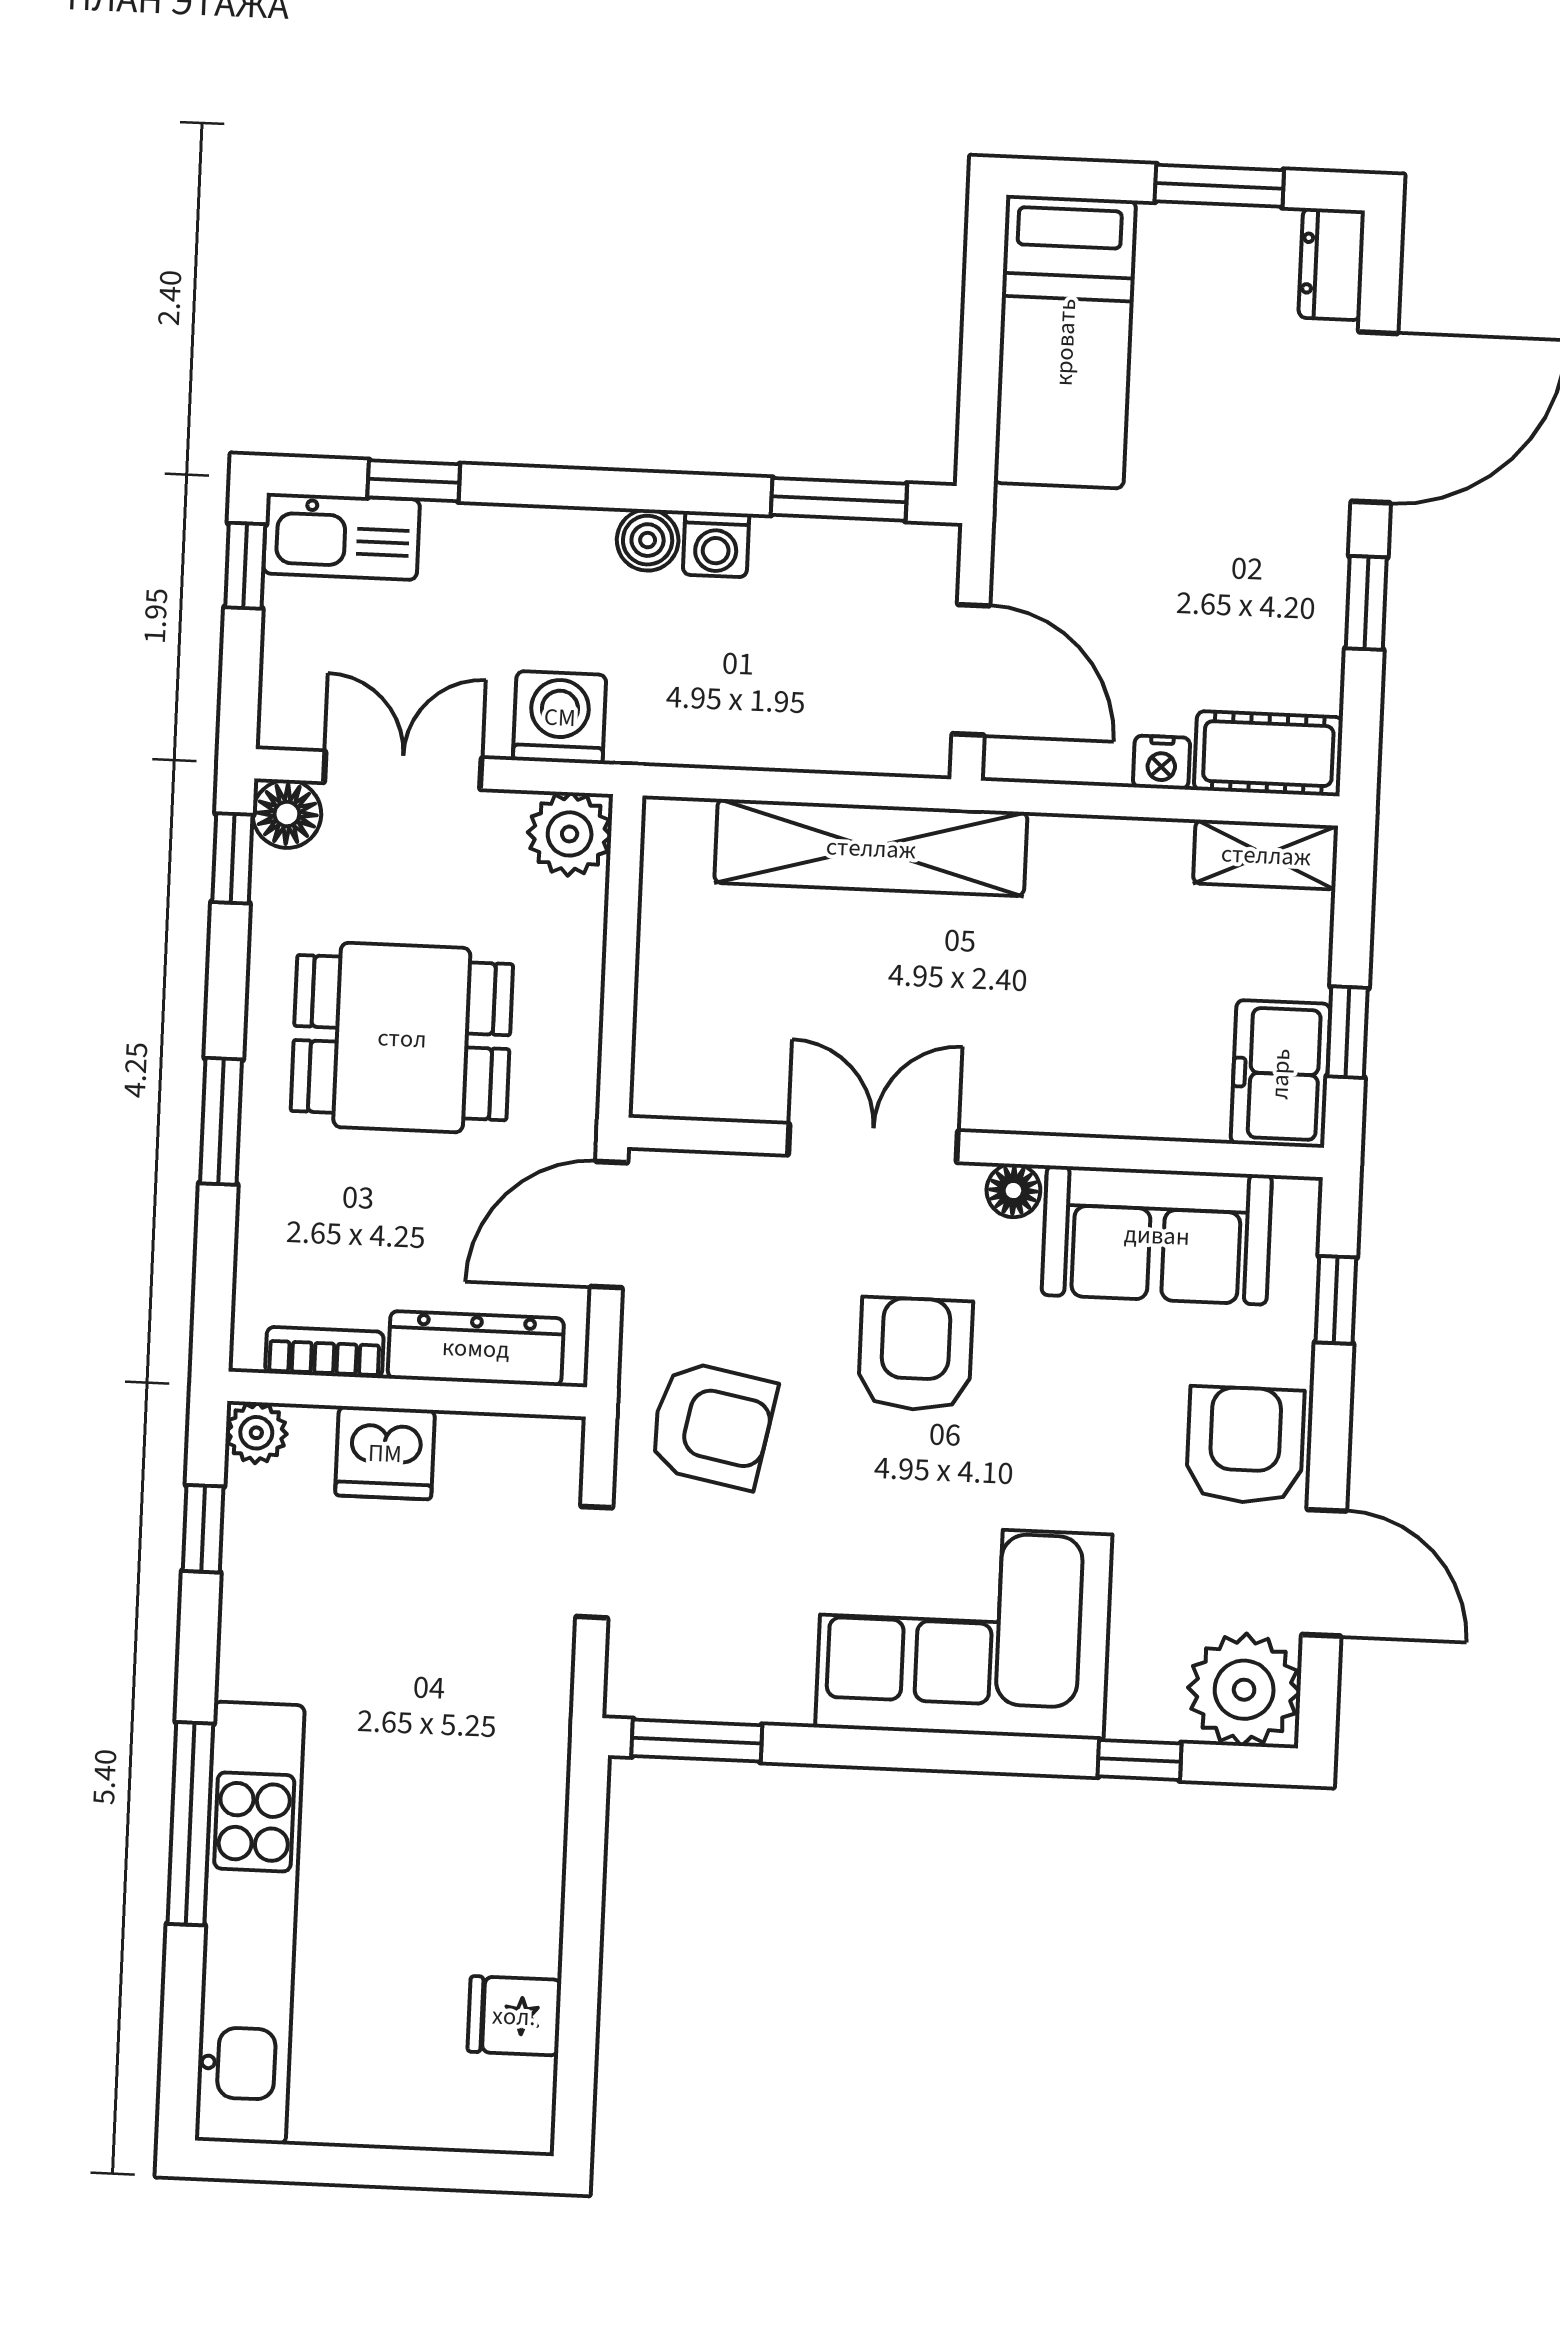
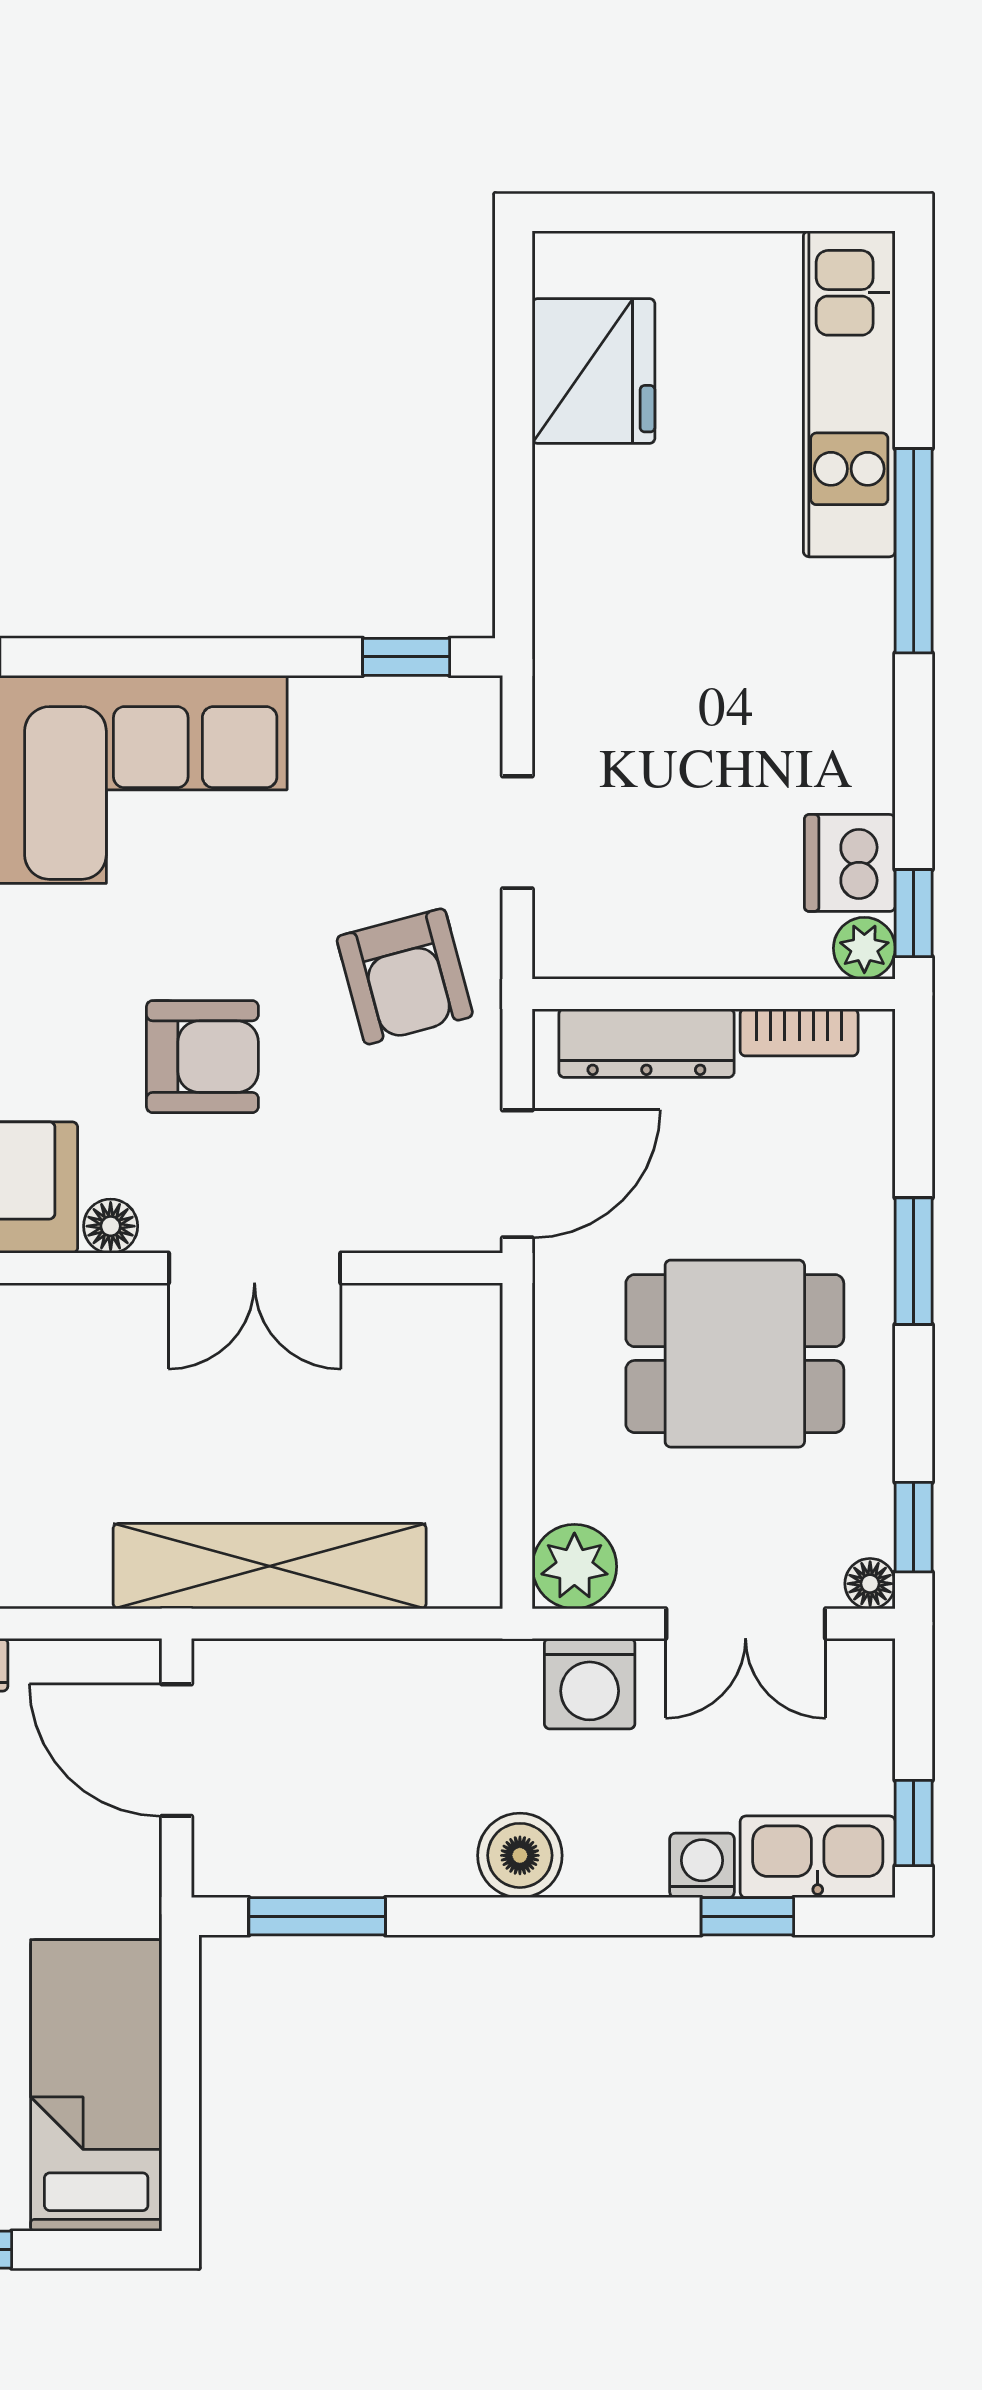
boiler: (648, 540) -> (520, 1855), width x1.36, depth x1.36
washing machine: (716, 544) -> (702, 1865), moved
floor lamp: (287, 814) -> (870, 1584), width x0.73, depth x0.73
armchair: (915, 1354) -> (202, 1057), turned -90
armchair: (712, 1425) -> (405, 976), turned -116
dishwasher: (385, 1453) -> (850, 863), moved, turned -90
window: (203, 1529) -> (914, 913), moved
window: (697, 1741) -> (406, 657), width x0.67
kitchen unit: (250, 1923) -> (849, 394), width x0.73
fridge: (514, 2016) -> (594, 371), width x1.88, depth x1.34

